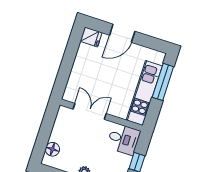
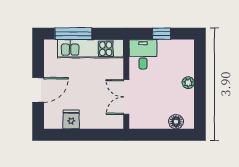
door: (122, 33) -> (38, 90), hinge flipped
fridge: (91, 37) -> (71, 119), moved

